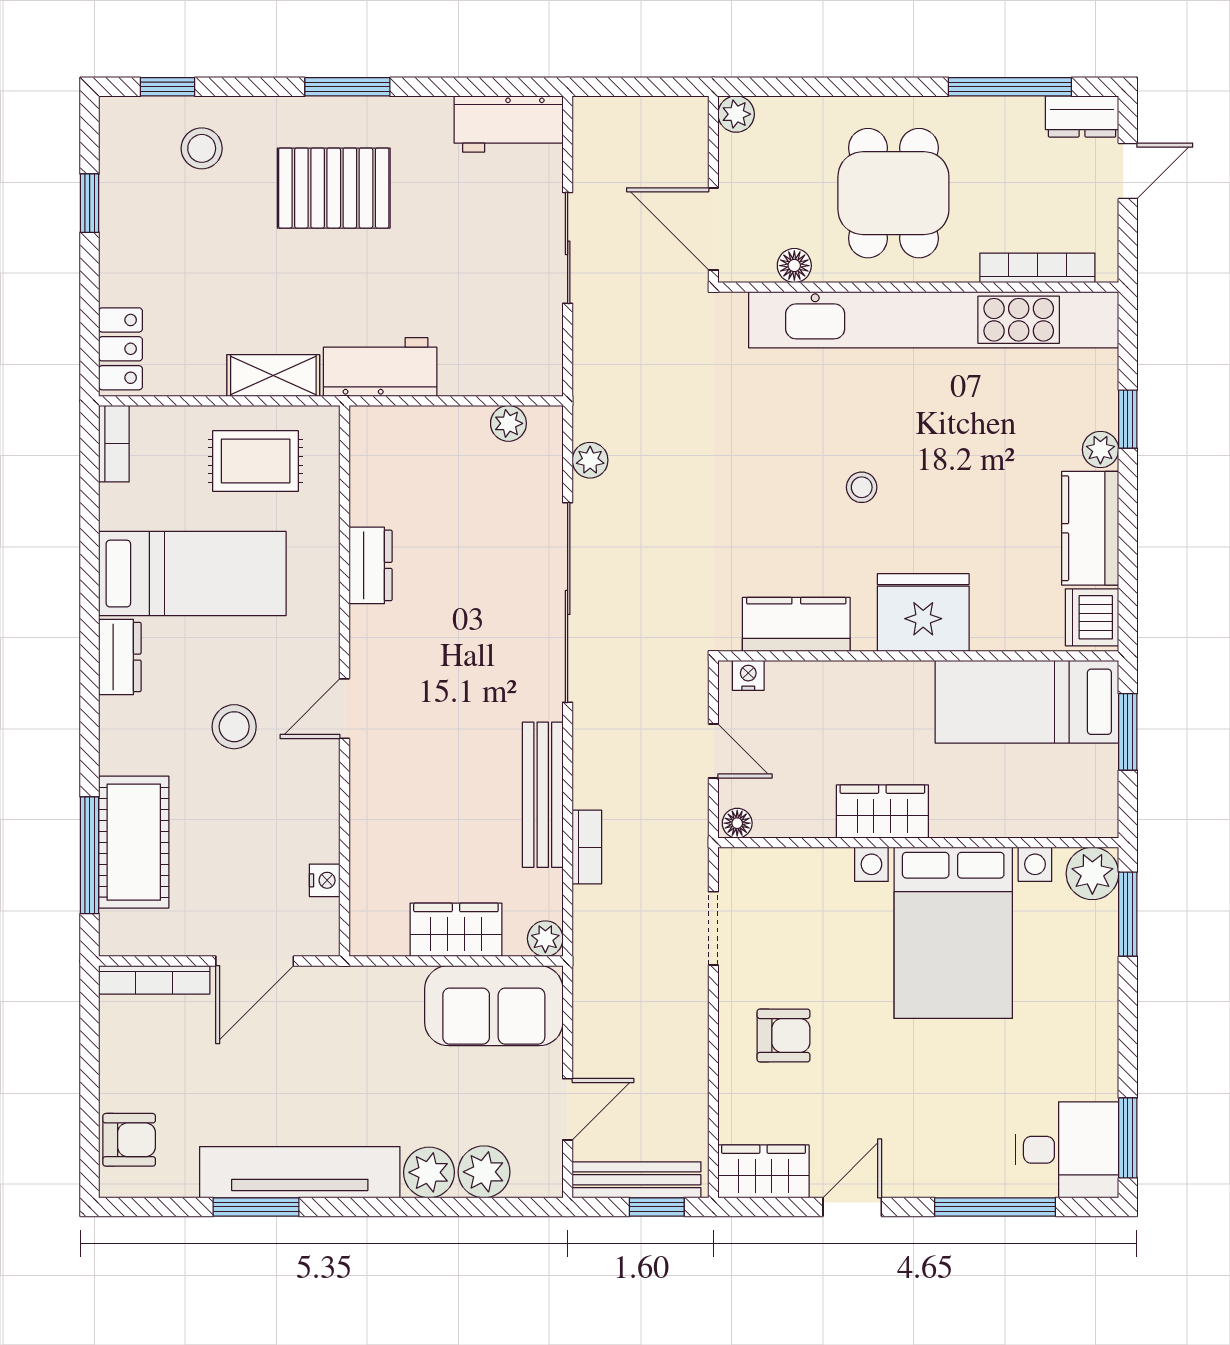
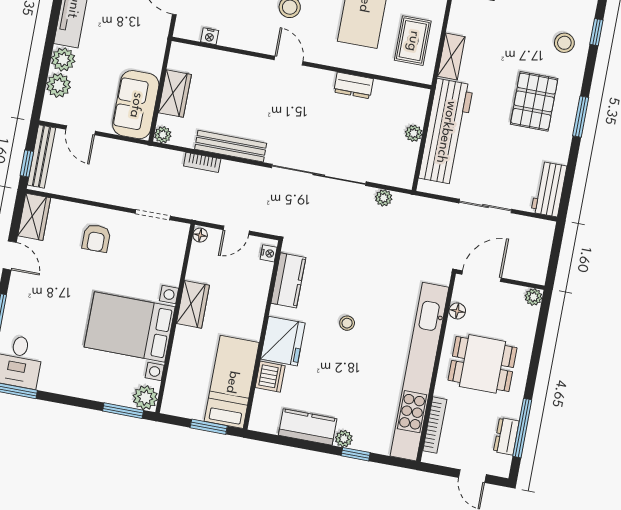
dresser: (1082, 116) -> (506, 436), moved
workbench: (380, 367) -> (446, 132), width x1.88, depth x1.32
plant: (508, 423) -> (414, 133), moved
dishwasher: (1092, 617) -> (270, 377), moved, turned 90

